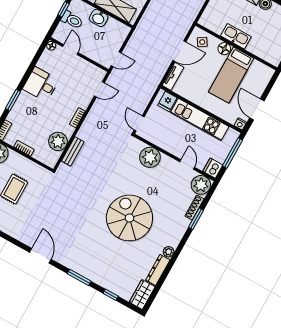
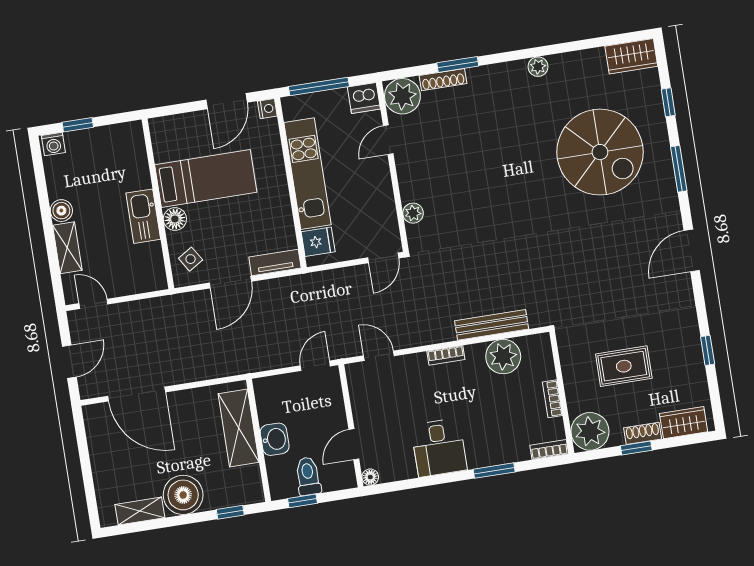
door: (179, 51) -> (230, 282), swing flipped
door: (116, 59) -> (315, 366), hinge flipped
bench: (73, 151) -> (492, 325), width x1.36
plant: (150, 157) -> (413, 213), width x0.53, depth x0.53
spiral stairs: (129, 218) -> (600, 152), moved, turned -90
dresser: (158, 270) -> (577, 61), removed

